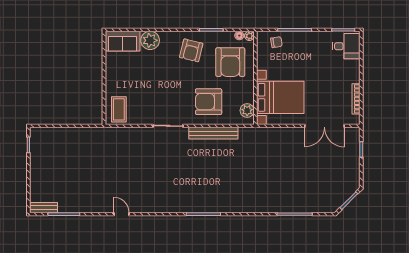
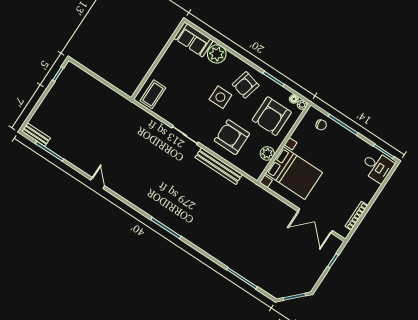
side table: (177, 75) -> (220, 97), added
plant: (247, 111) -> (267, 153), moved

